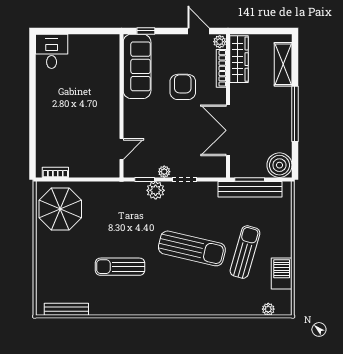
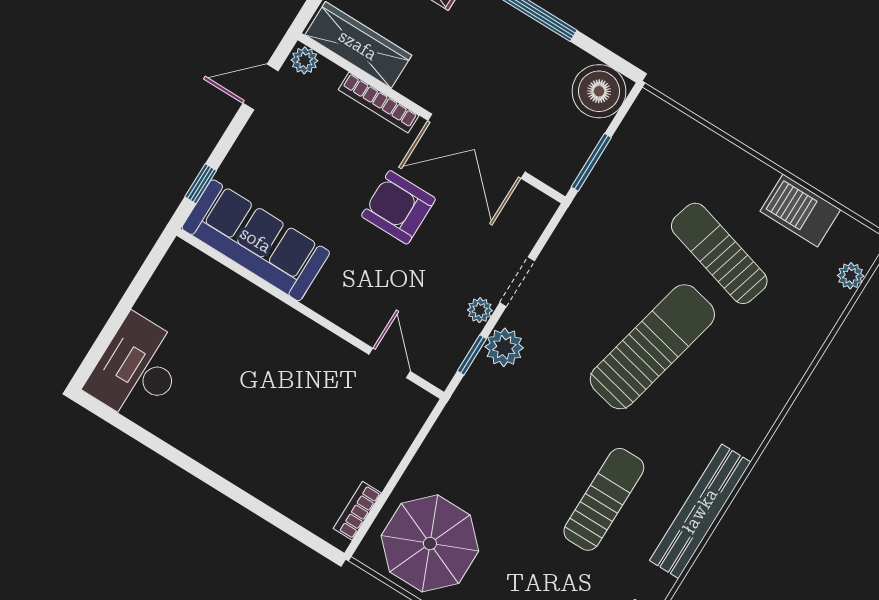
desk: (52, 51) -> (138, 369), width x1.37
bookcase: (221, 68) -> (379, 103), moved
armchair: (183, 87) -> (398, 207), moved
bench: (250, 189) -> (700, 511), moved
sun lounger: (120, 267) -> (604, 499), turned 180

